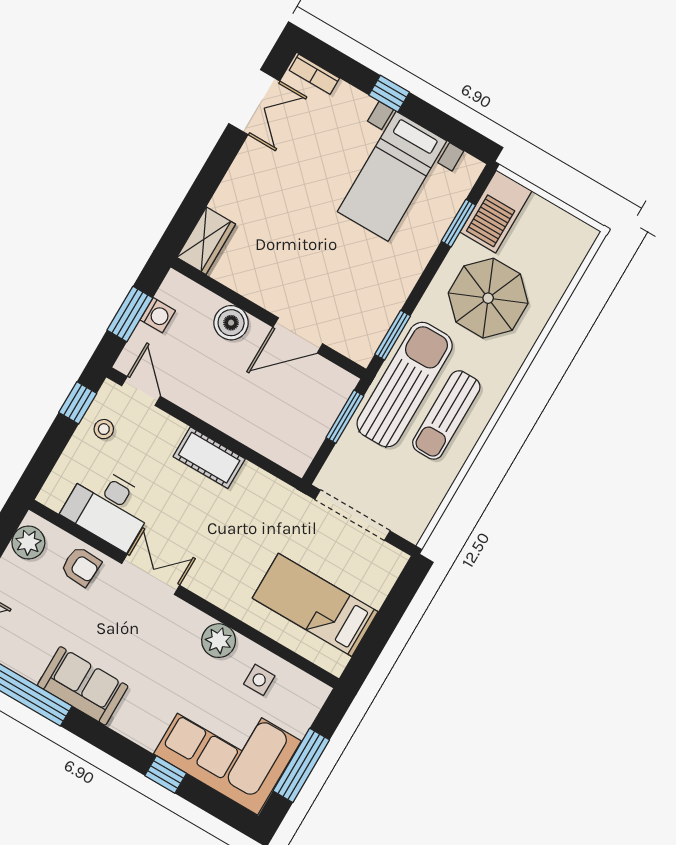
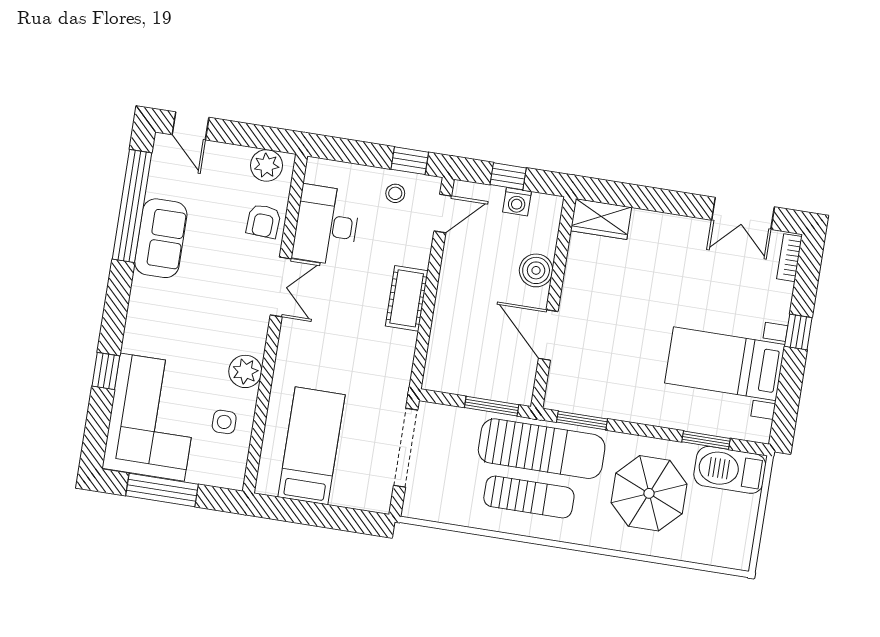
window: (130, 314) -> (508, 176), width x0.67
sun lounger: (446, 415) -> (529, 497), turned 180
sofa: (83, 686) -> (161, 238), moved

